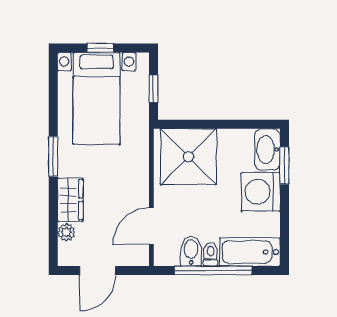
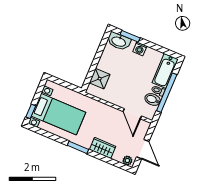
window: (100, 48) -> (31, 111), moved
window: (154, 89) -> (66, 84), removed
shower: (188, 157) -> (100, 79), width x0.54, depth x0.54
washing machine: (261, 192) -> (140, 49), width x0.53, depth x0.53
plant: (66, 232) -> (127, 161), moved

